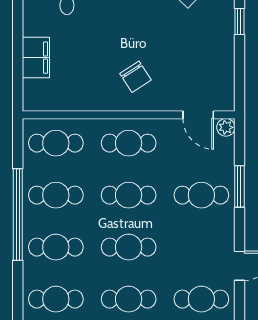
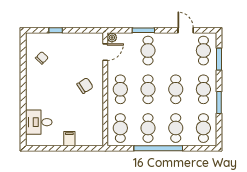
filing cabinet: (36, 58) -> (69, 139), width x0.50

